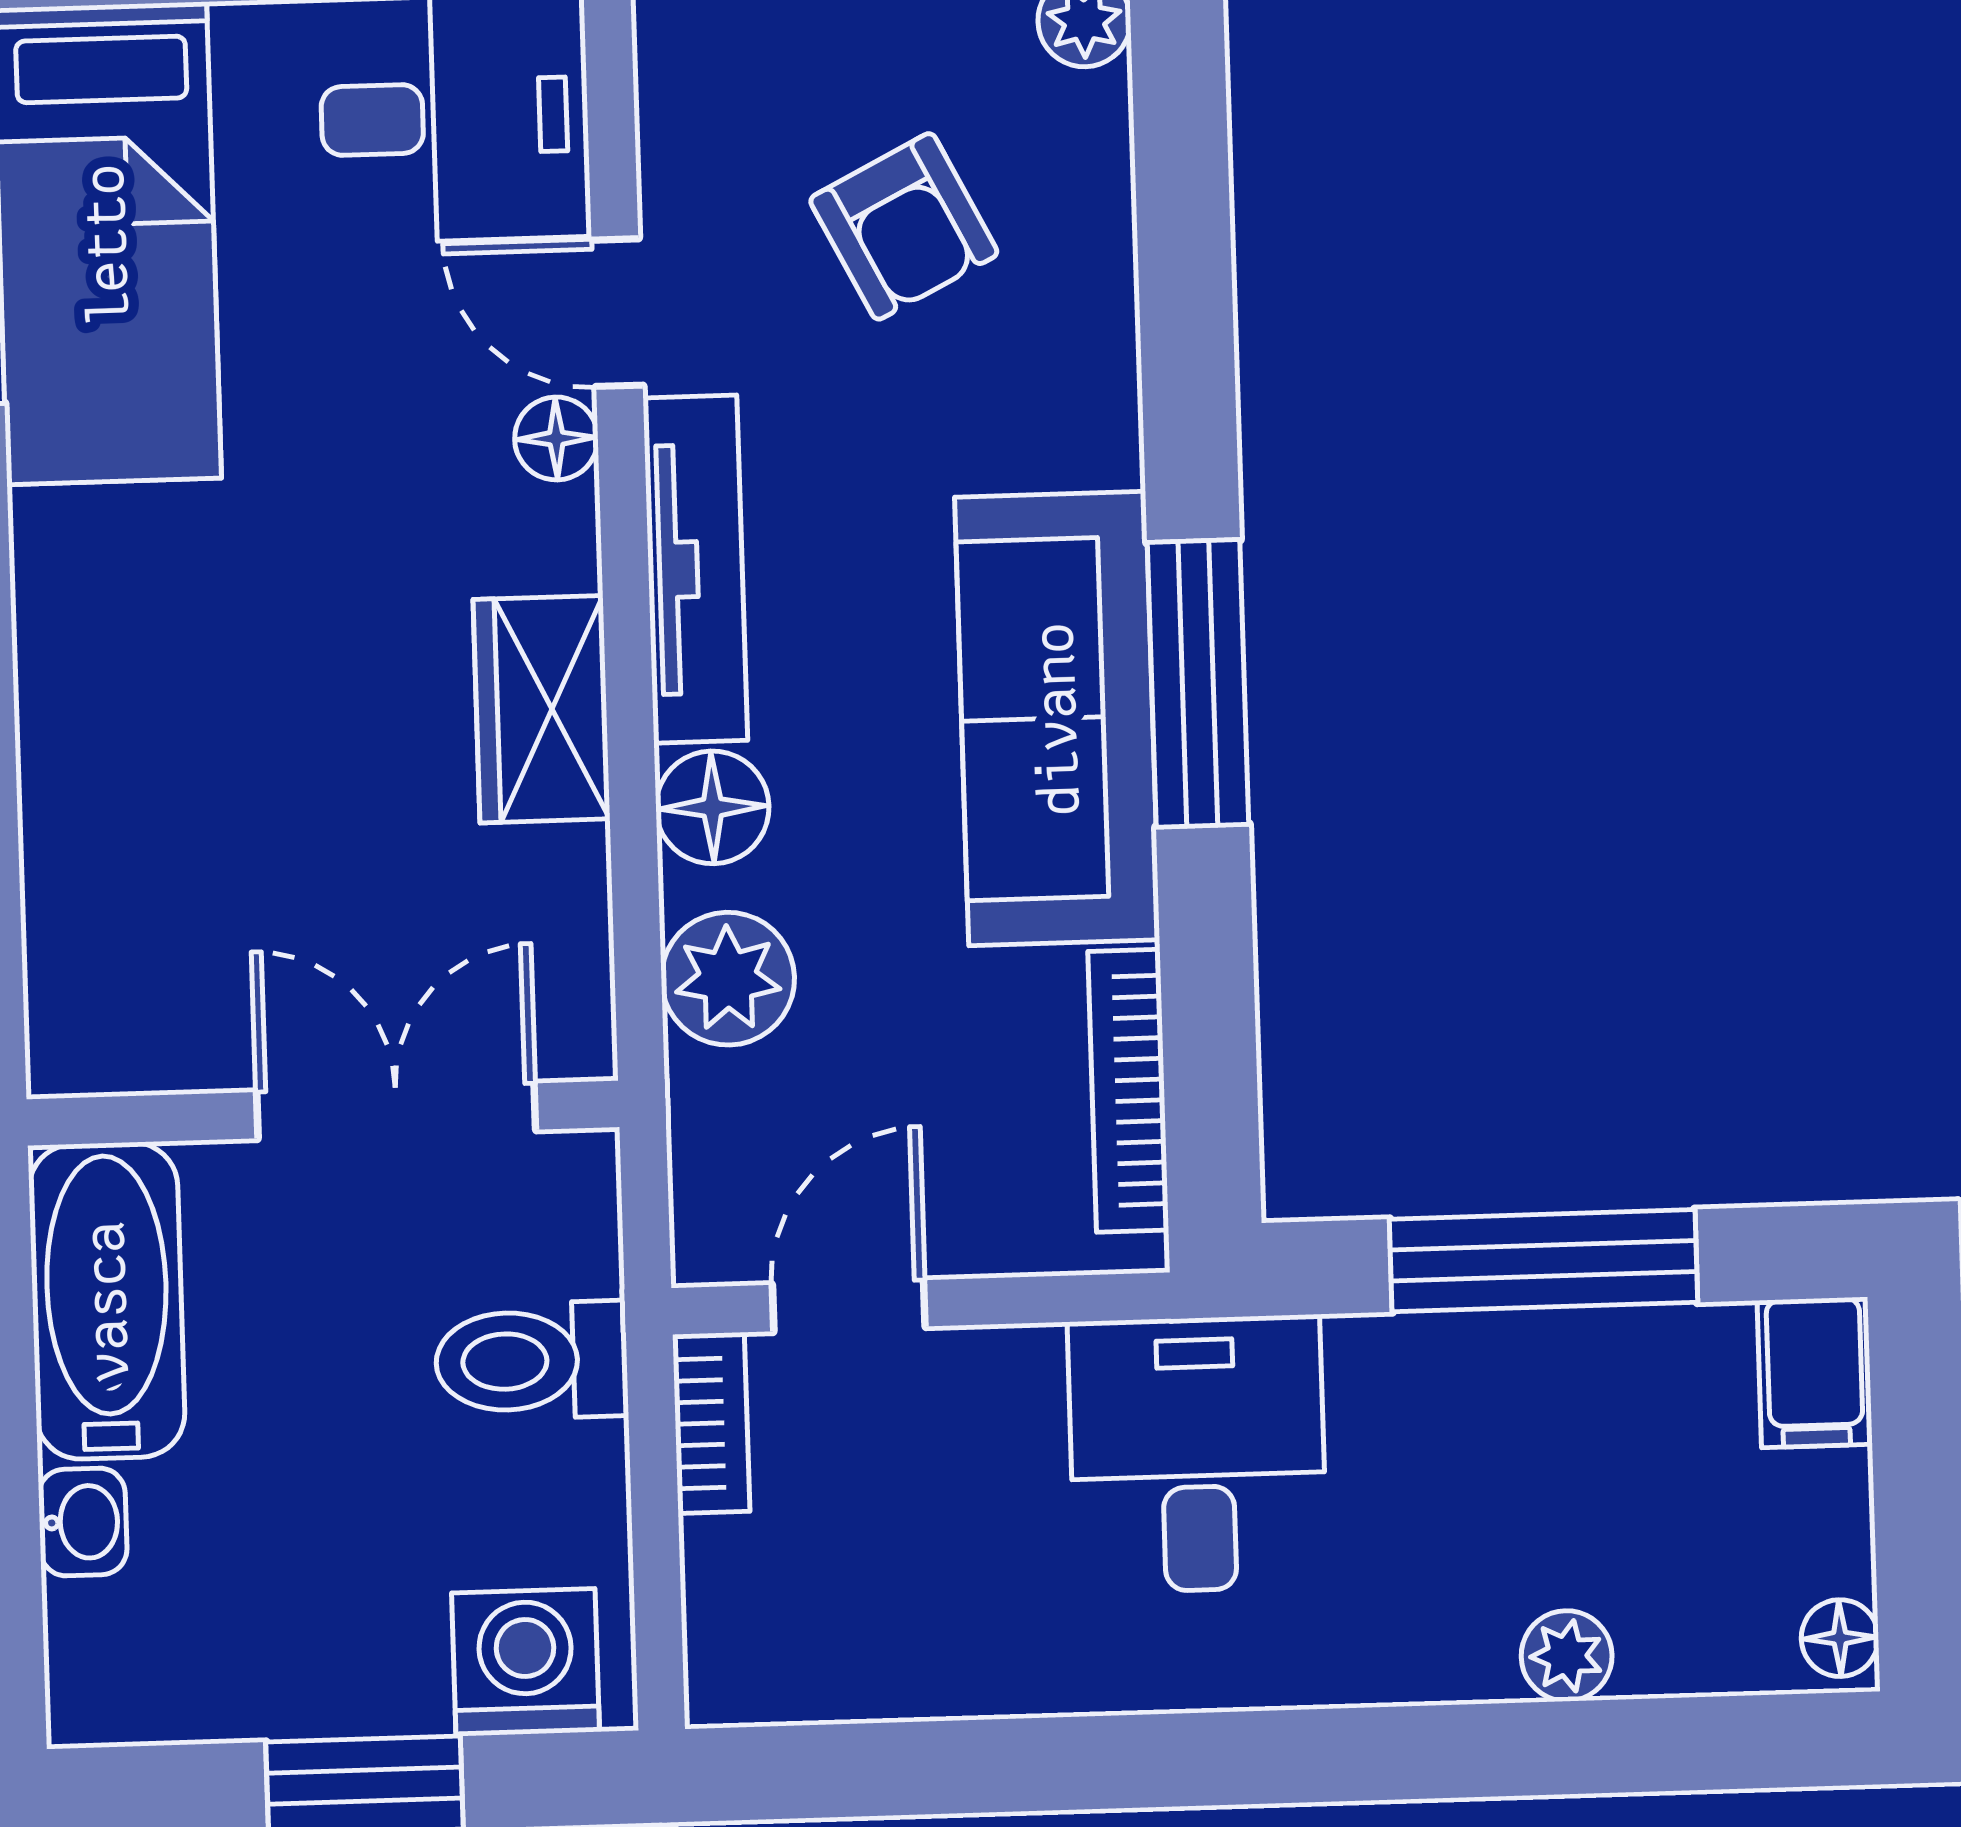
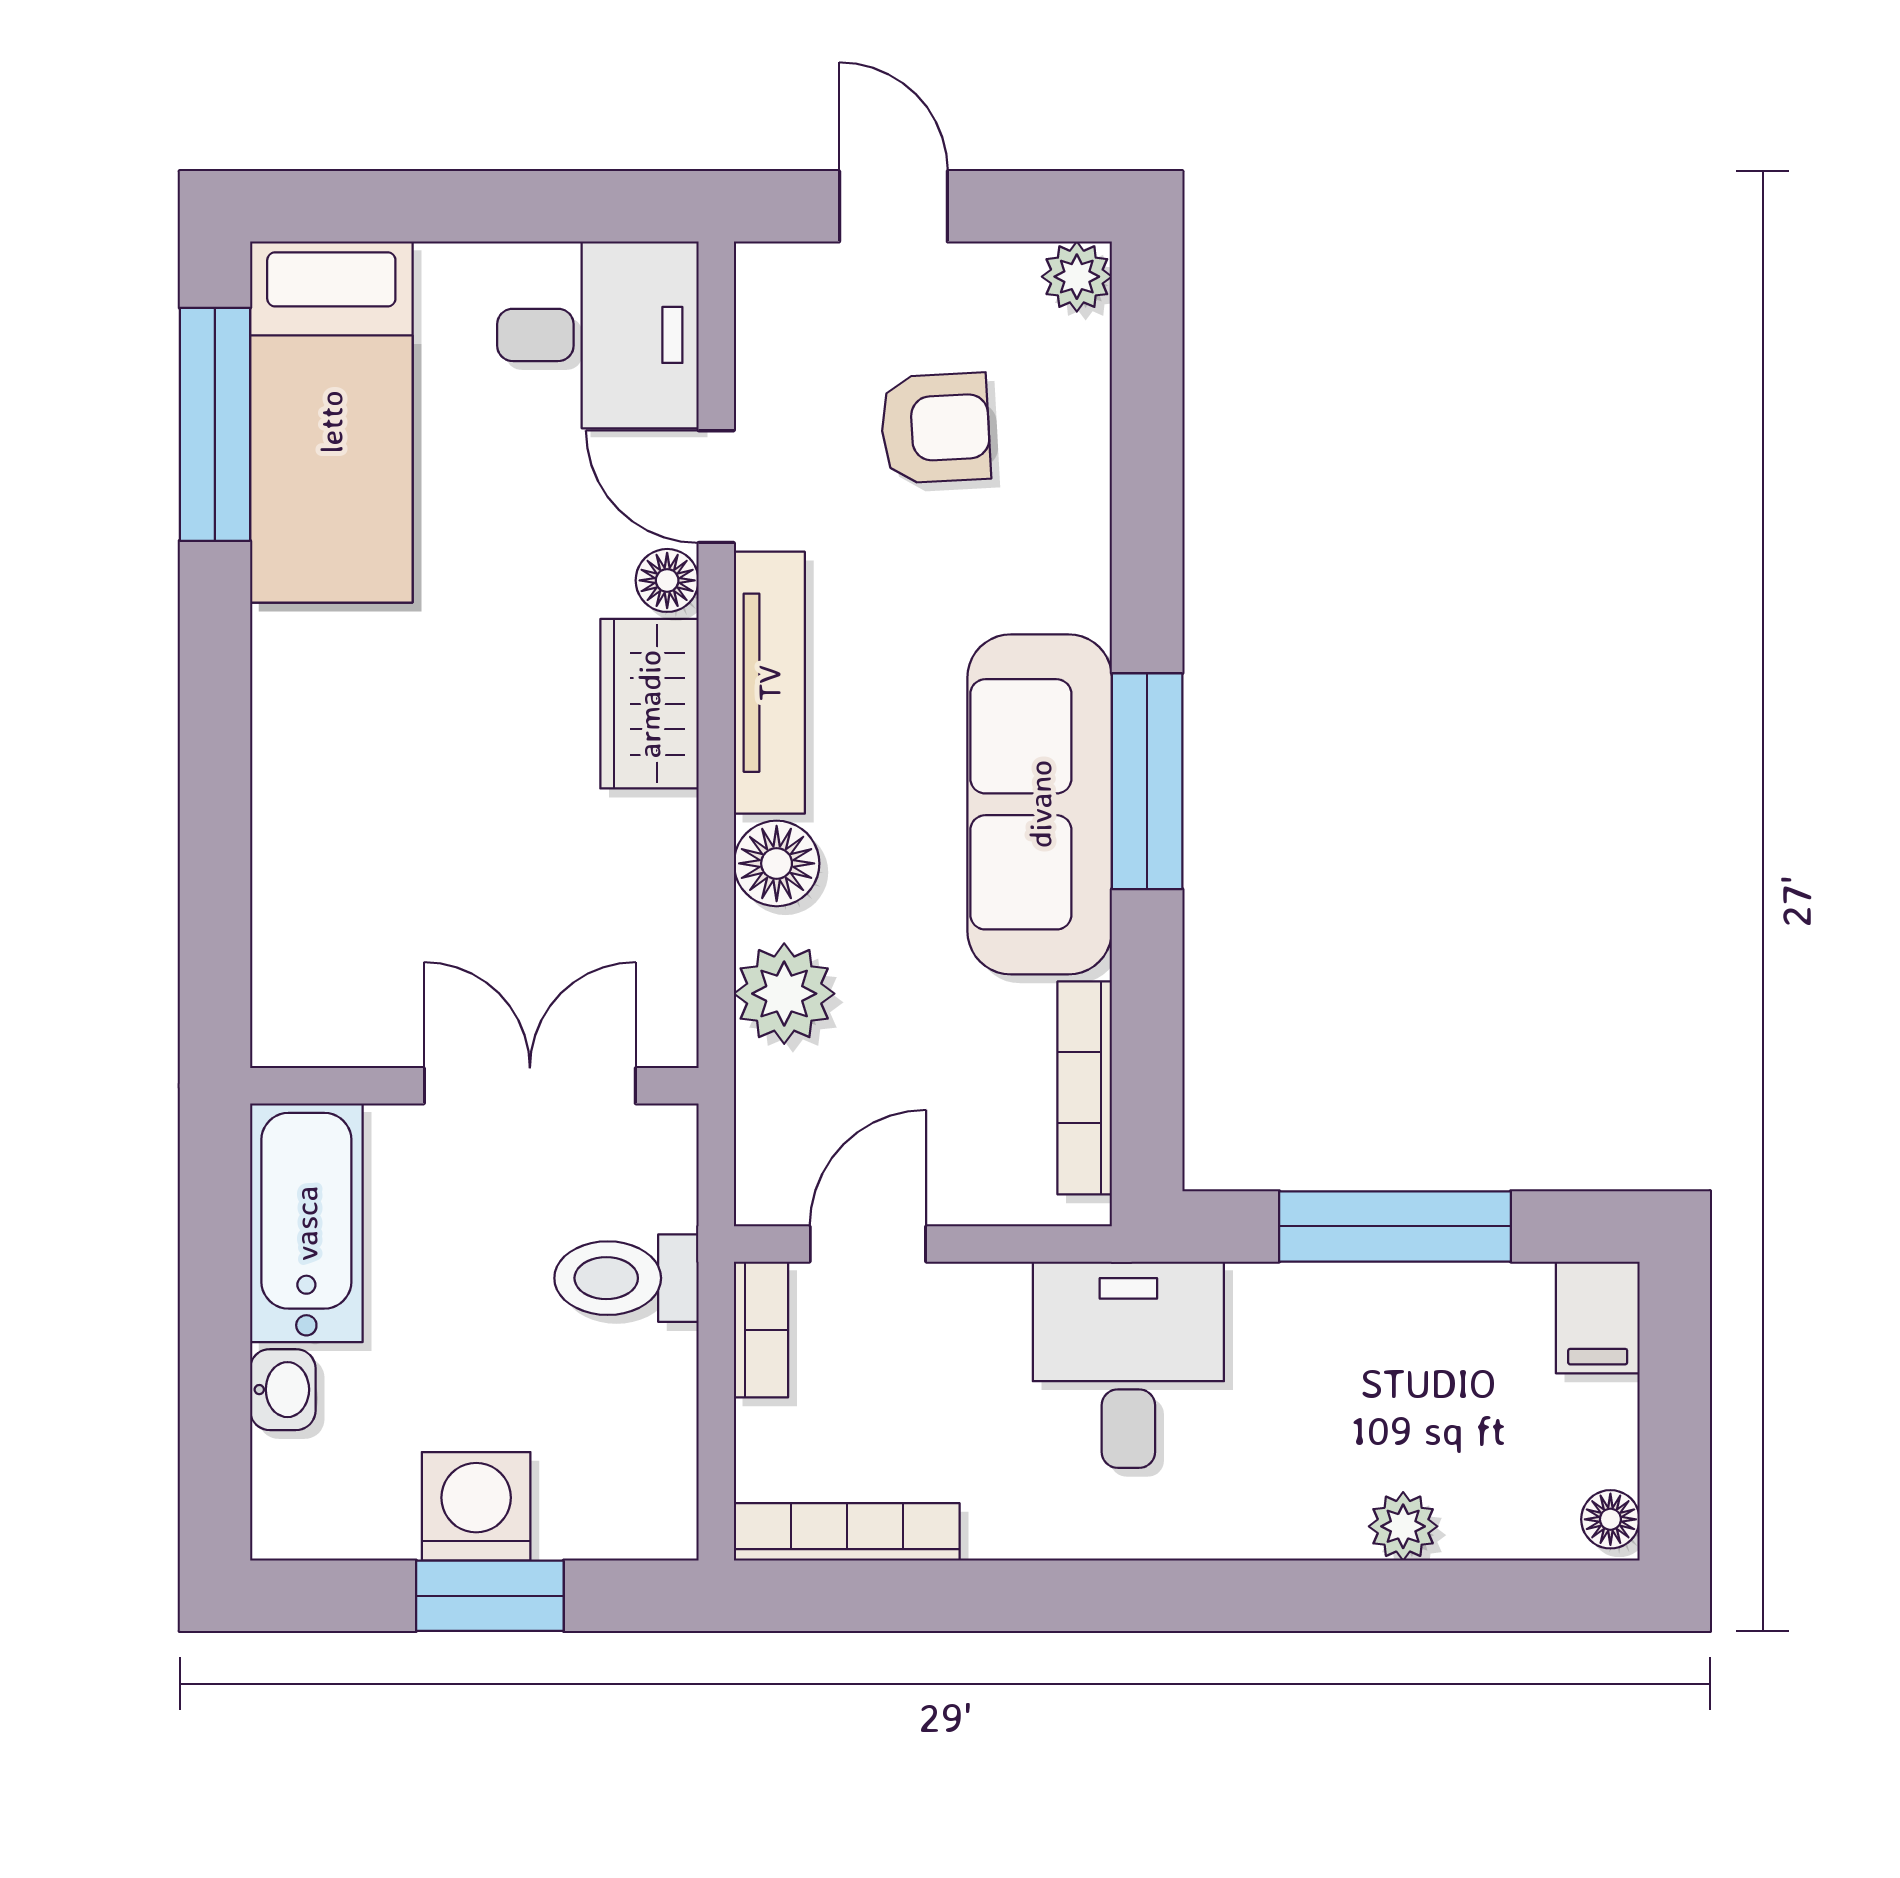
armchair: (904, 226) -> (935, 428), turned -66
wardrobe: (541, 709) -> (649, 704), moved
washing machine: (525, 1662) -> (476, 1506), moved
bookcase: (833, 1686) -> (847, 1532), added

